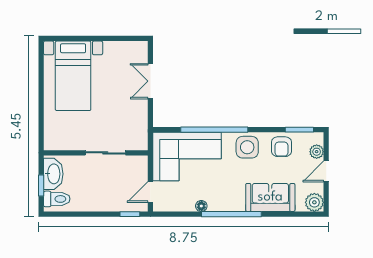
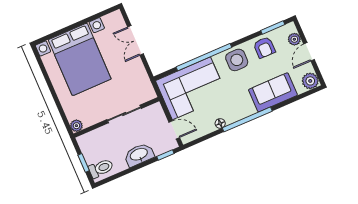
bed with nightstands: (73, 76) -> (80, 59), width x1.36
plant: (50, 143) -> (76, 126), added
washbasin: (53, 174) -> (139, 155), moved, turned -90
door: (150, 192) -> (174, 130), swing flipped

